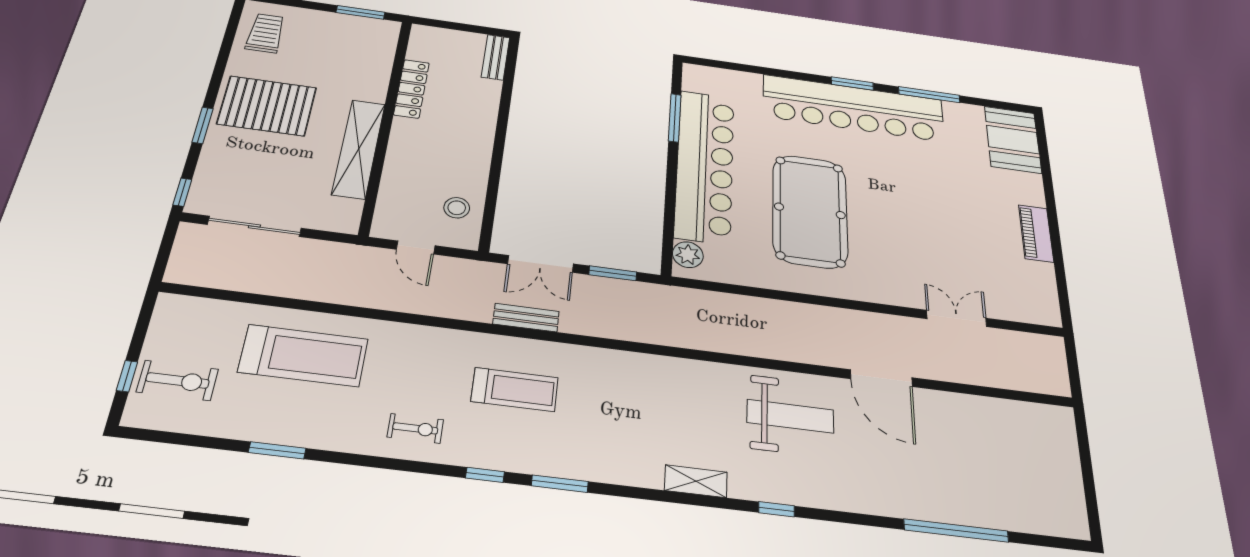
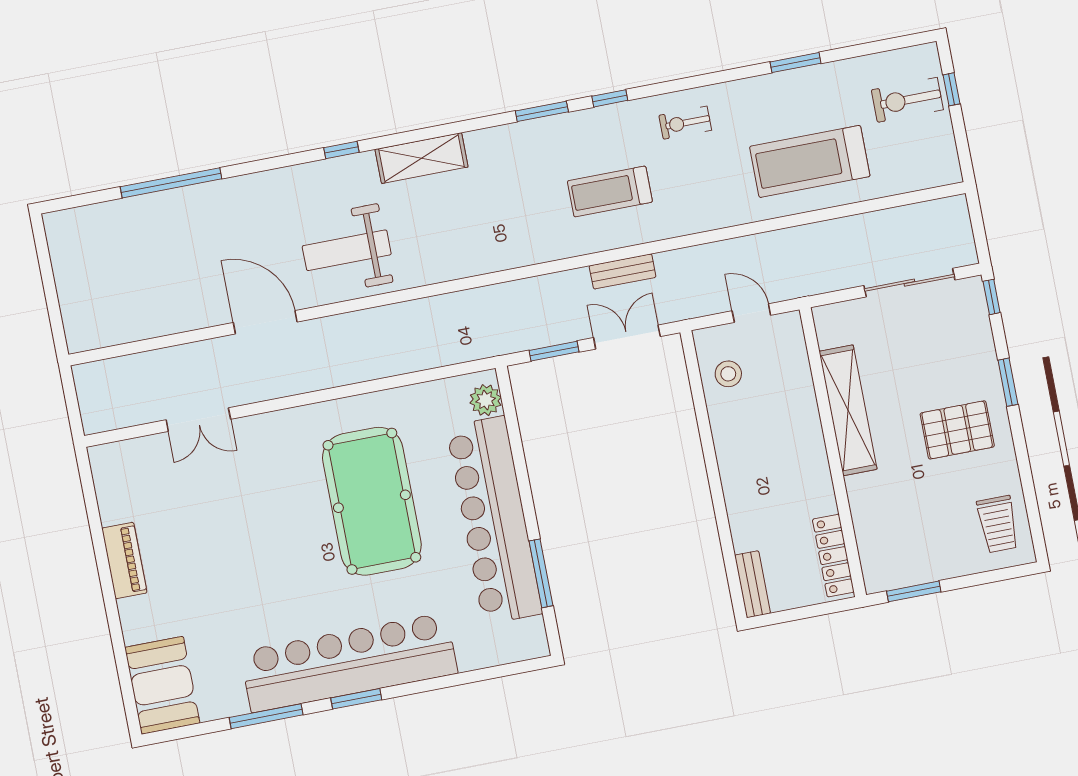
locker: (412, 89) -> (833, 556), moved
pallet: (267, 106) -> (957, 430), width x0.73, depth x0.71
shelving: (696, 481) -> (422, 158), width x1.50, depth x1.33

